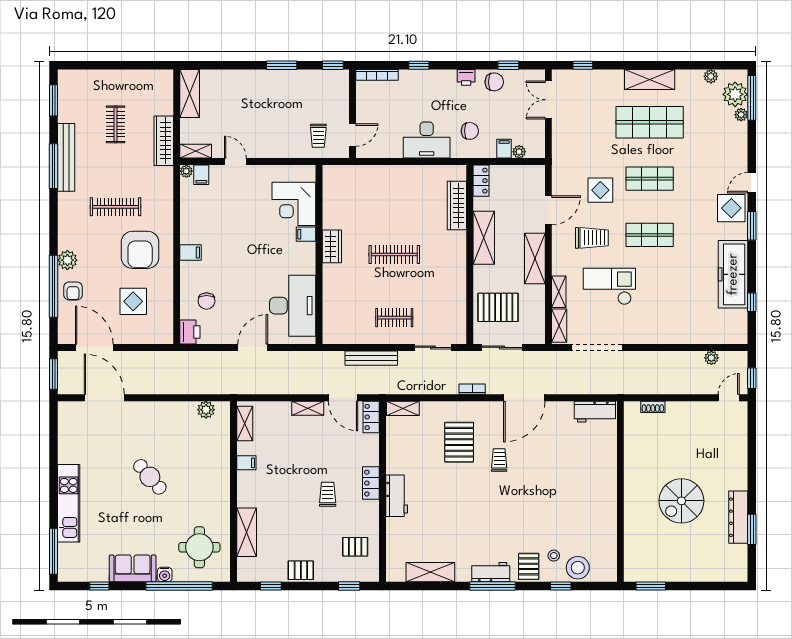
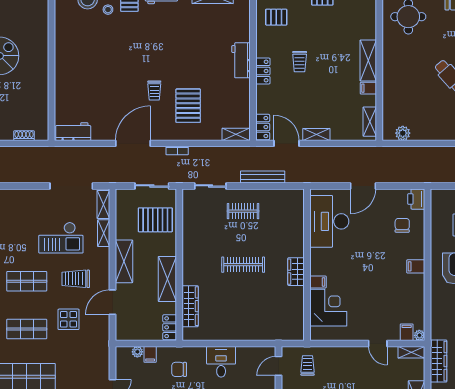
desk: (427, 140) -> (221, 362), width x0.73
shelving: (247, 532) -> (368, 61), moved

